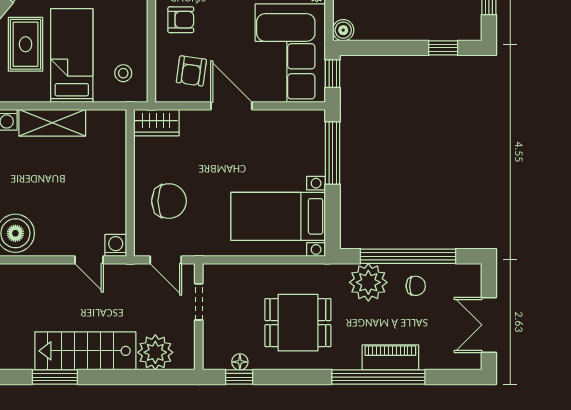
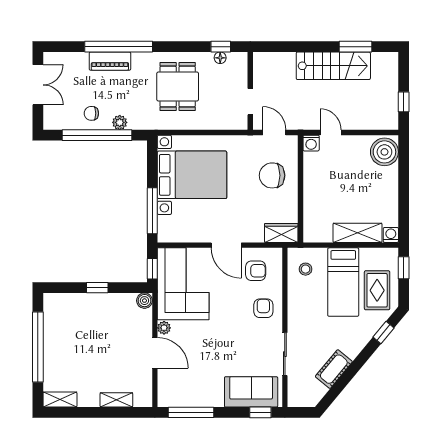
armchair: (181, 20) -> (263, 308), turned 90
window: (443, 48) -> (97, 288), moved
armchair: (191, 71) -> (256, 271), turned 82
bed with nightstands: (278, 216) -> (192, 175), width x1.36
plant: (368, 282) -> (120, 122), width x0.53, depth x0.53
dining table: (298, 323) -> (178, 87), turned 90
plant: (155, 352) -> (282, 65), removed

